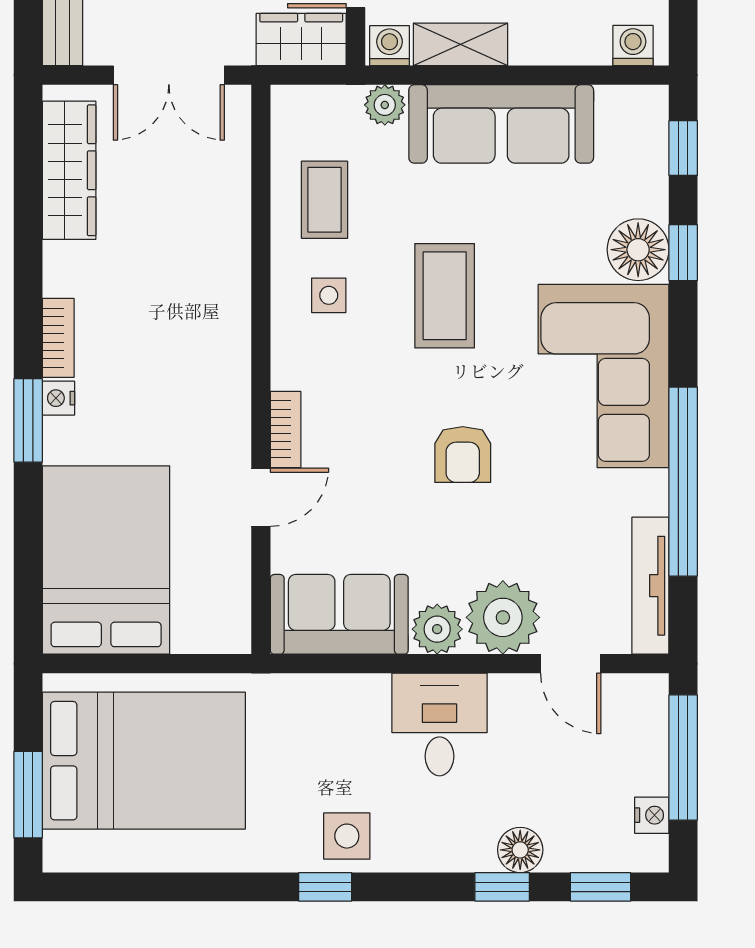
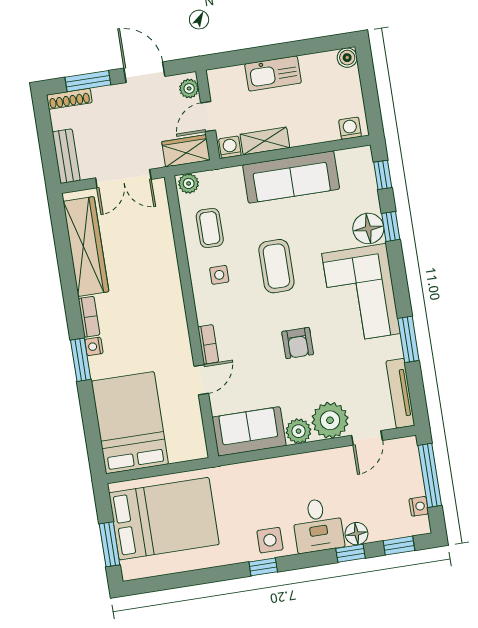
plant: (385, 105) -> (189, 183), moved
wardrobe: (69, 170) -> (86, 247), width x1.40, depth x1.17
window: (683, 482) -> (408, 339), width x0.47
door: (571, 664) -> (367, 438), hinge flipped
desk: (439, 724) -> (318, 525), moved, turned 180

